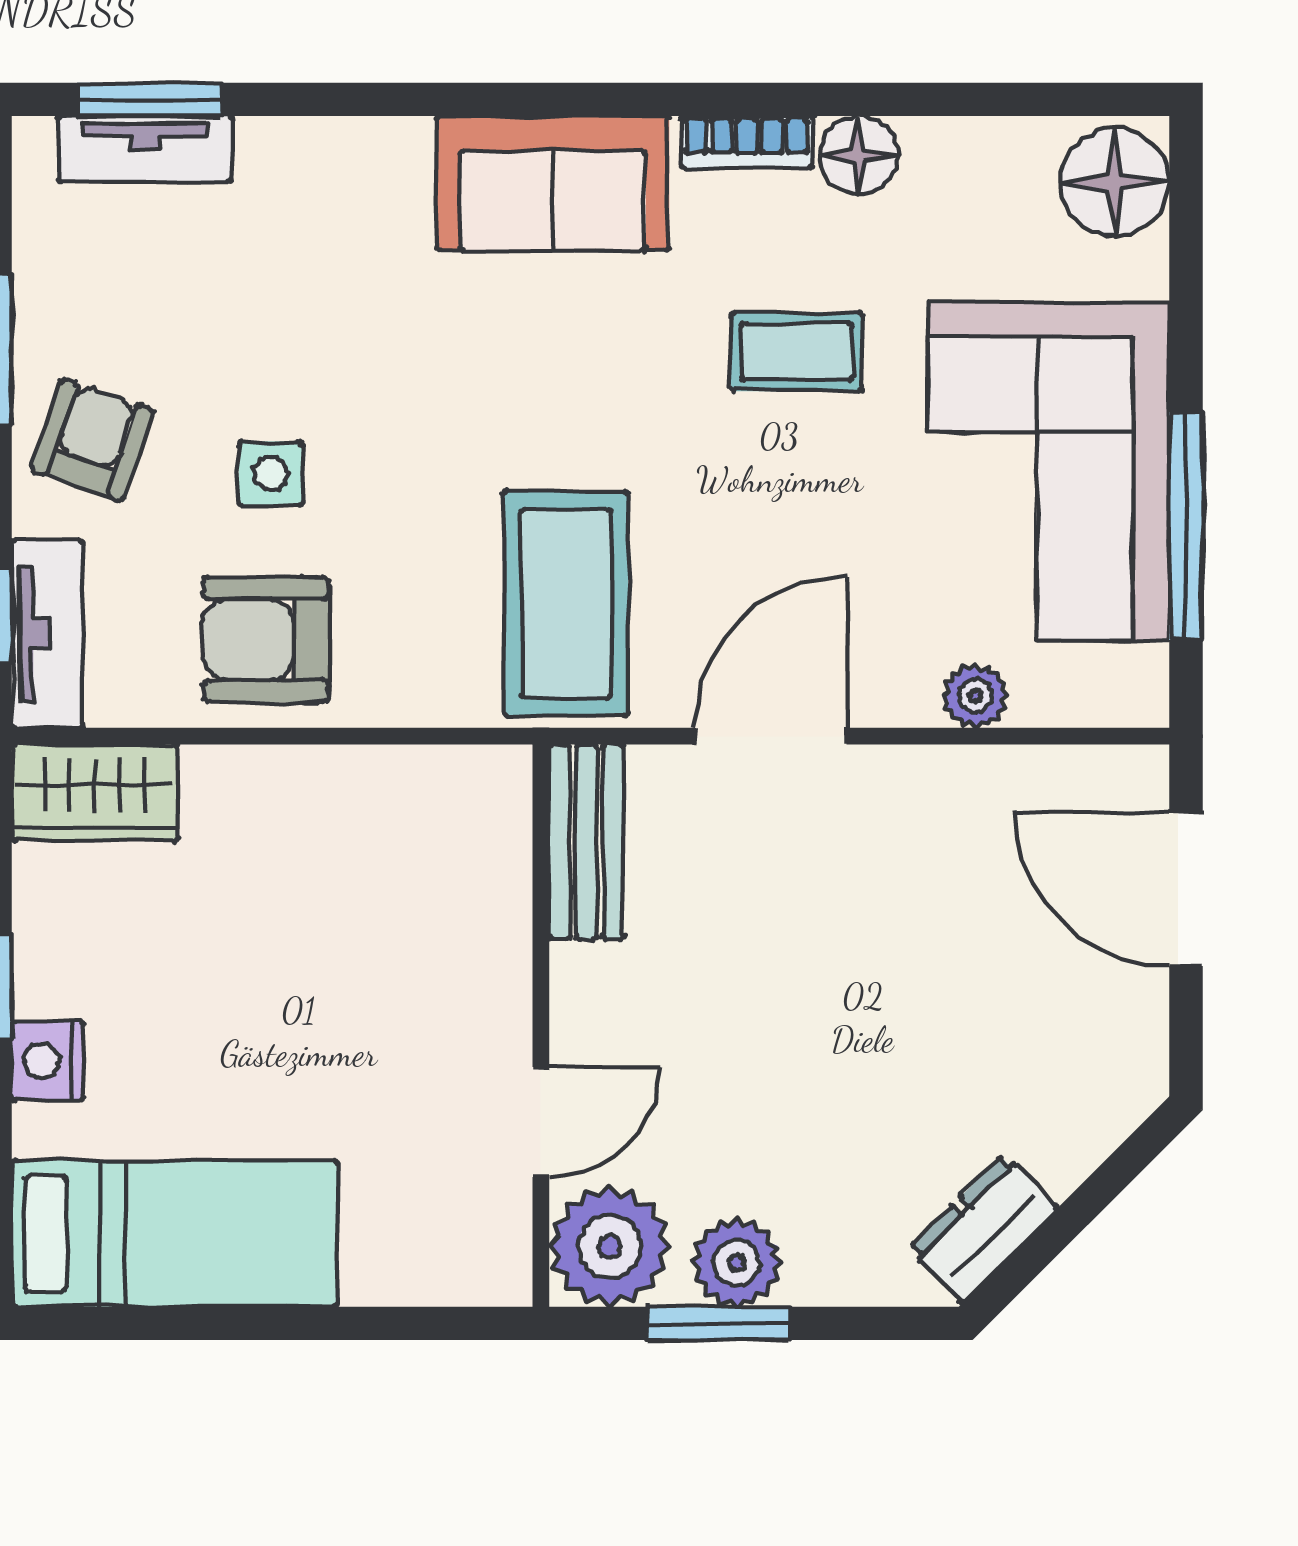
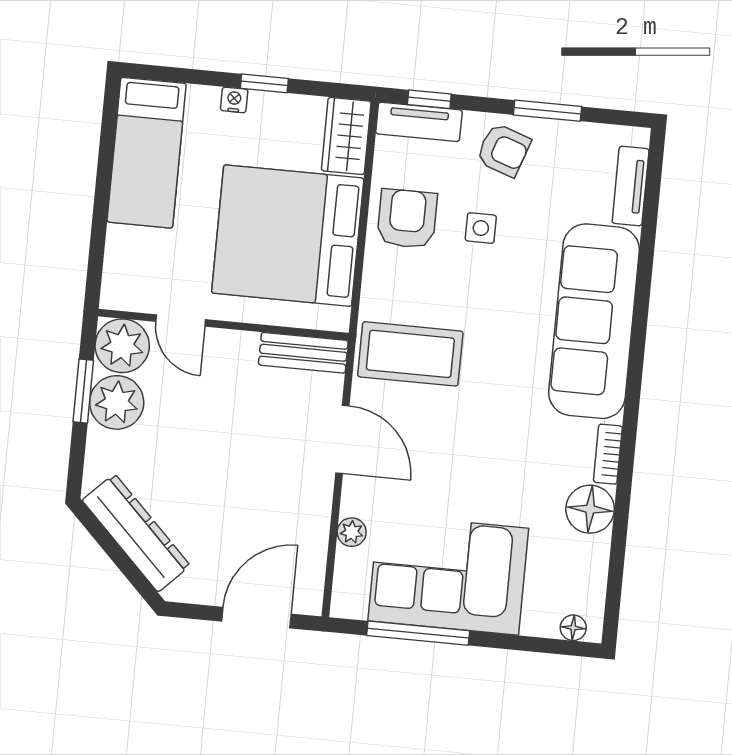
window: (149, 99) -> (652, 190), removed
floor lamp: (858, 155) -> (590, 509), width x1.38, depth x1.38
floor lamp: (1115, 182) -> (573, 628), width x0.53, depth x0.53
sofa: (553, 183) -> (594, 321), width x1.85, depth x1.27
coffee table: (797, 352) -> (512, 467), removed
bed: (329, 902) -> (288, 236), added
nightstand: (48, 1061) -> (234, 100), width x0.72, depth x0.74
dresser: (983, 1228) -> (136, 533), width x1.96, depth x1.24
plant: (737, 1263) -> (117, 402), width x1.36, depth x1.36

